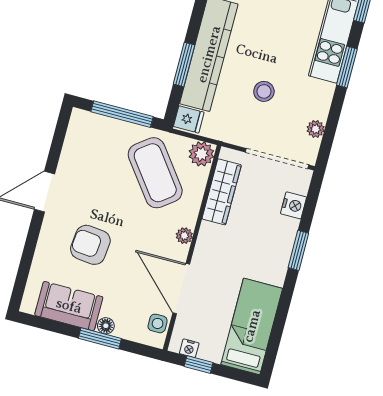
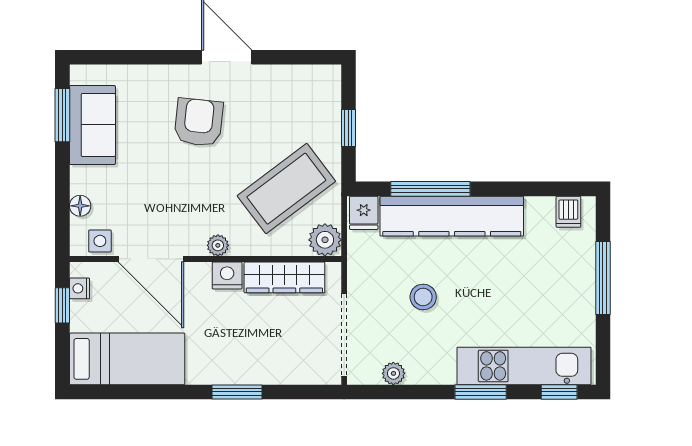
window: (184, 65) -> (430, 189), width x1.44
window: (122, 114) -> (348, 128), width x0.46
nightstand: (294, 205) -> (227, 275), moved, turned 180
armchair: (90, 245) -> (199, 122), moved
door: (181, 289) -> (151, 259), swing flipped
floor lamp: (106, 326) -> (80, 206), moved
window: (100, 338) -> (62, 115), moved

